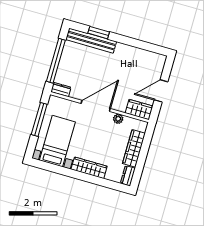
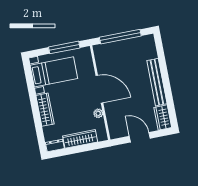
window: (99, 33) -> (162, 60), removed
bench: (91, 41) -> (157, 82), moved
dresser: (61, 89) -> (98, 53), removed
wardrobe: (139, 110) -> (163, 117), moved, turned 180

